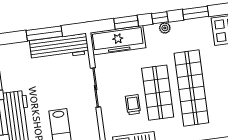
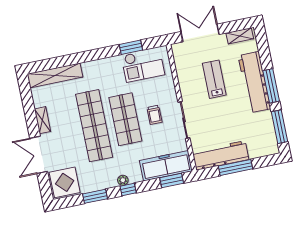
window: (126, 22) -> (172, 181), moved
trolley: (133, 105) -> (154, 115), moved

